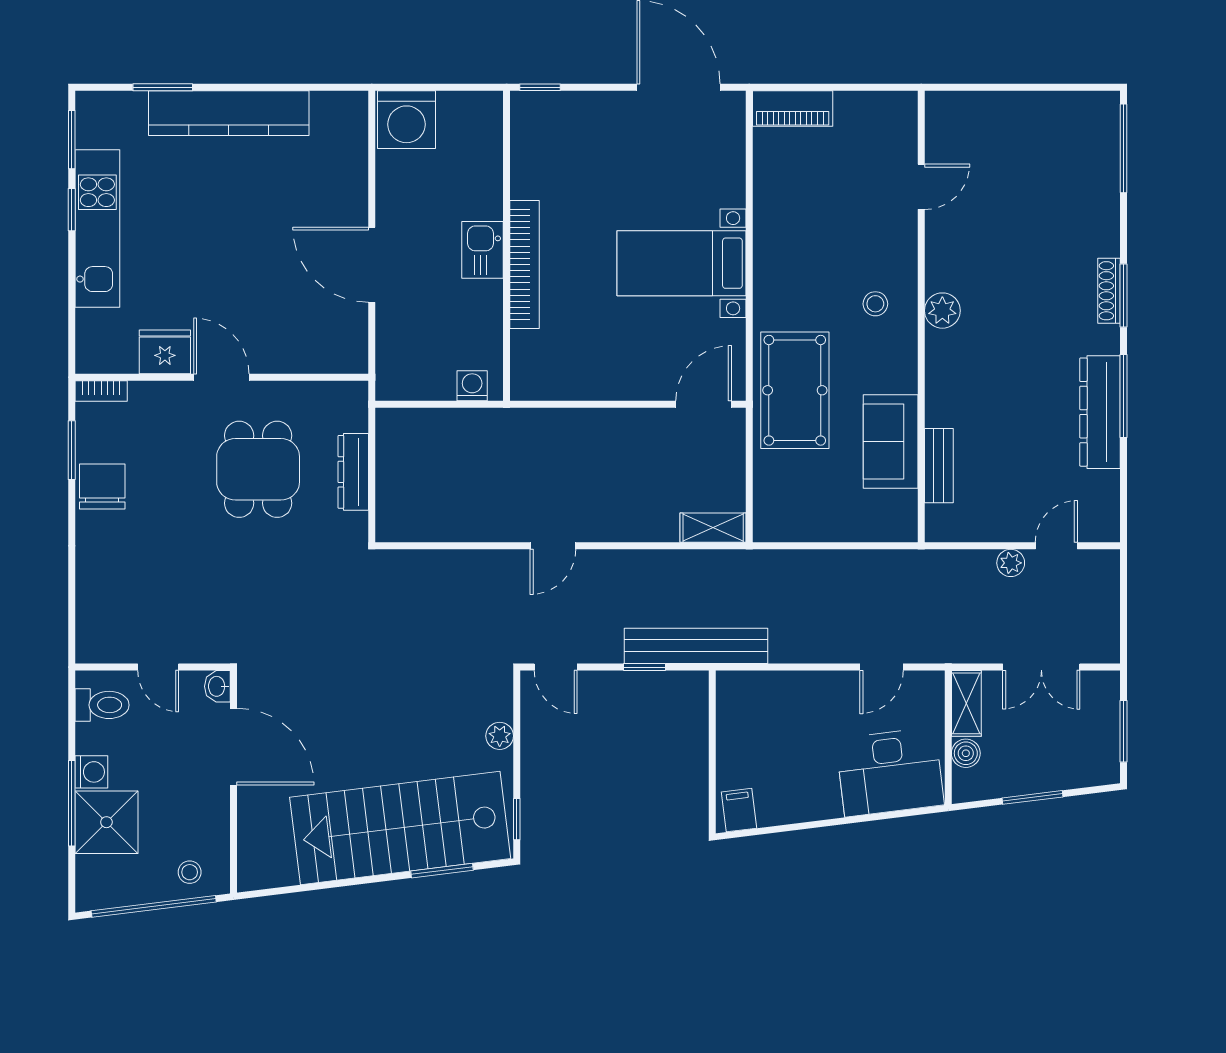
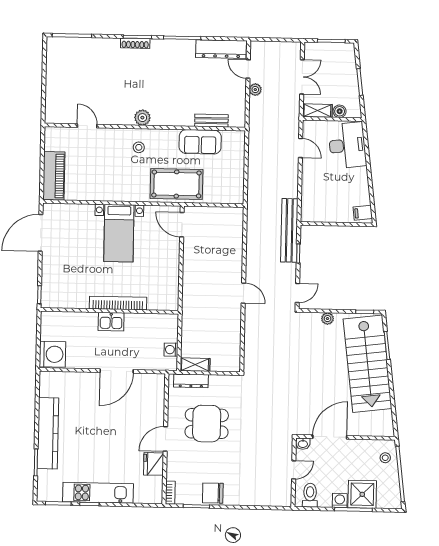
piano: (793, 109) -> (54, 176), width x1.37, depth x1.33
washing machine: (472, 386) -> (171, 350), moved
dresser: (1100, 412) -> (221, 49), moved
dresser: (353, 472) -> (191, 381), moved
shelving: (713, 528) -> (195, 365), moved, turned 90

